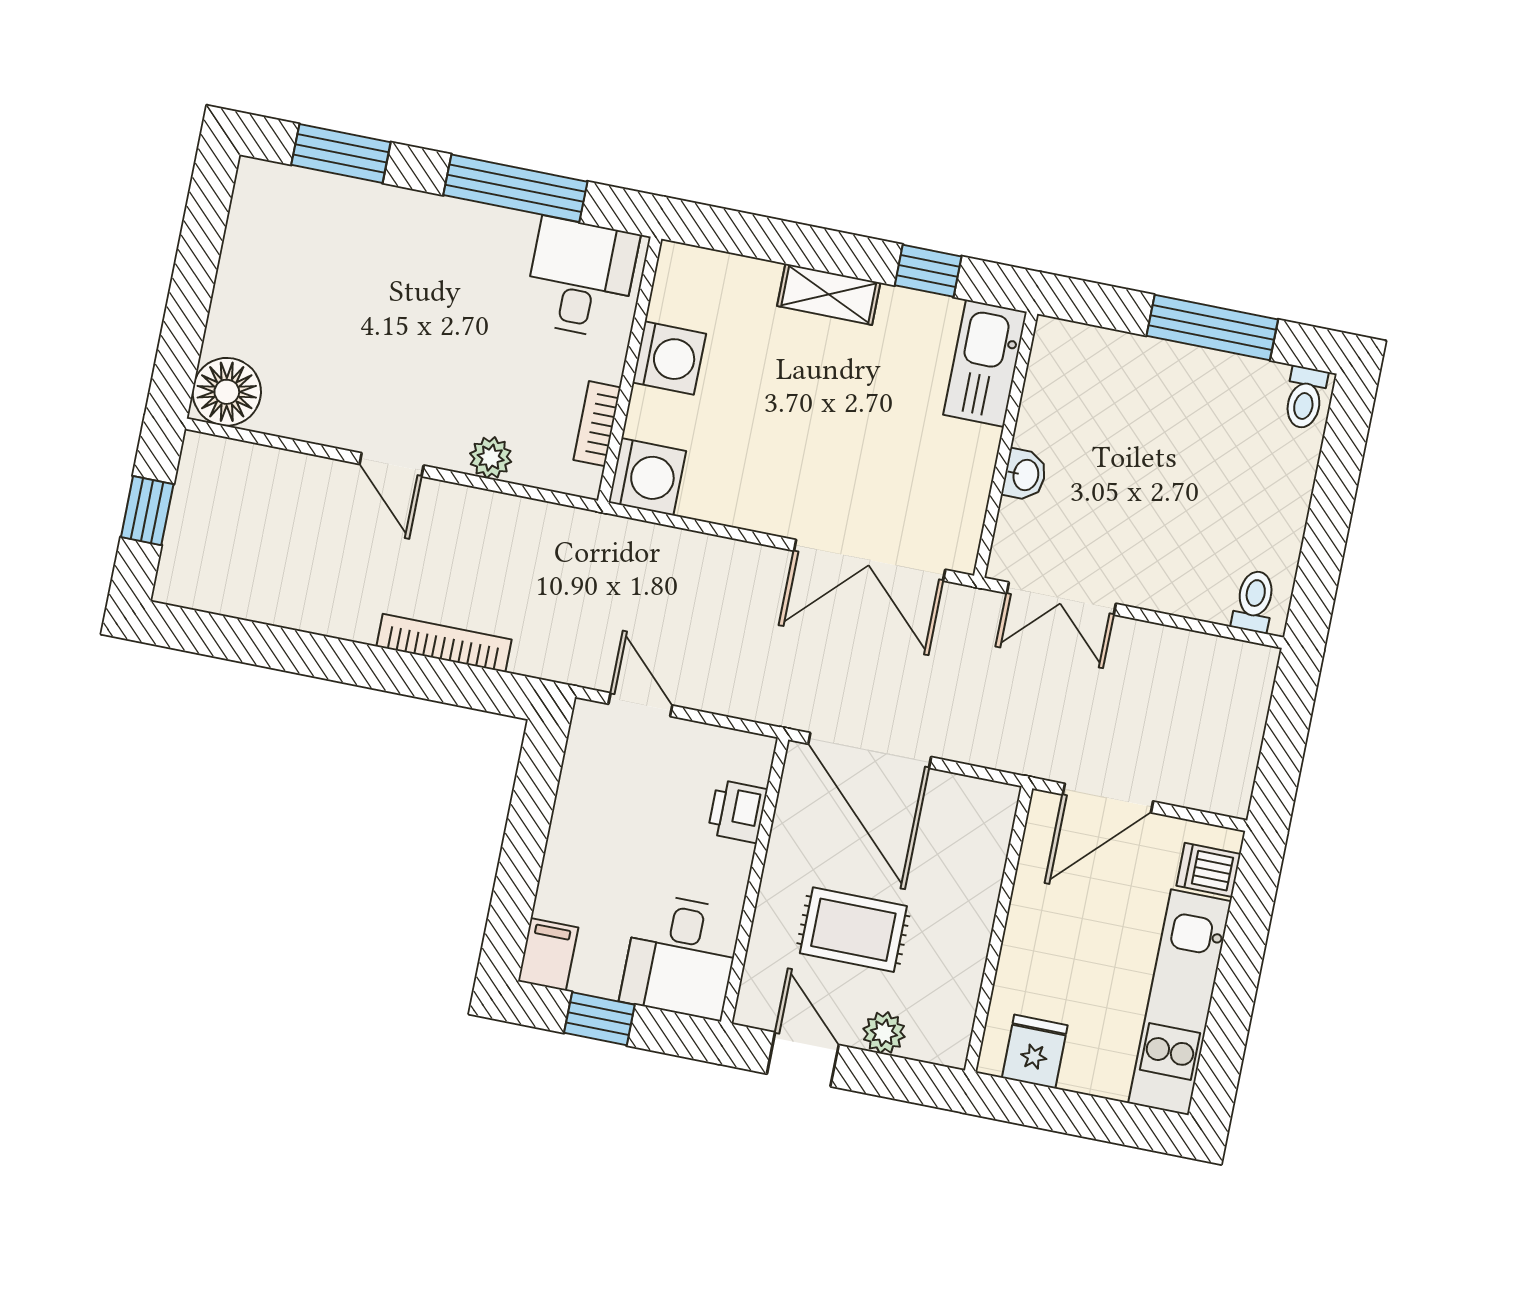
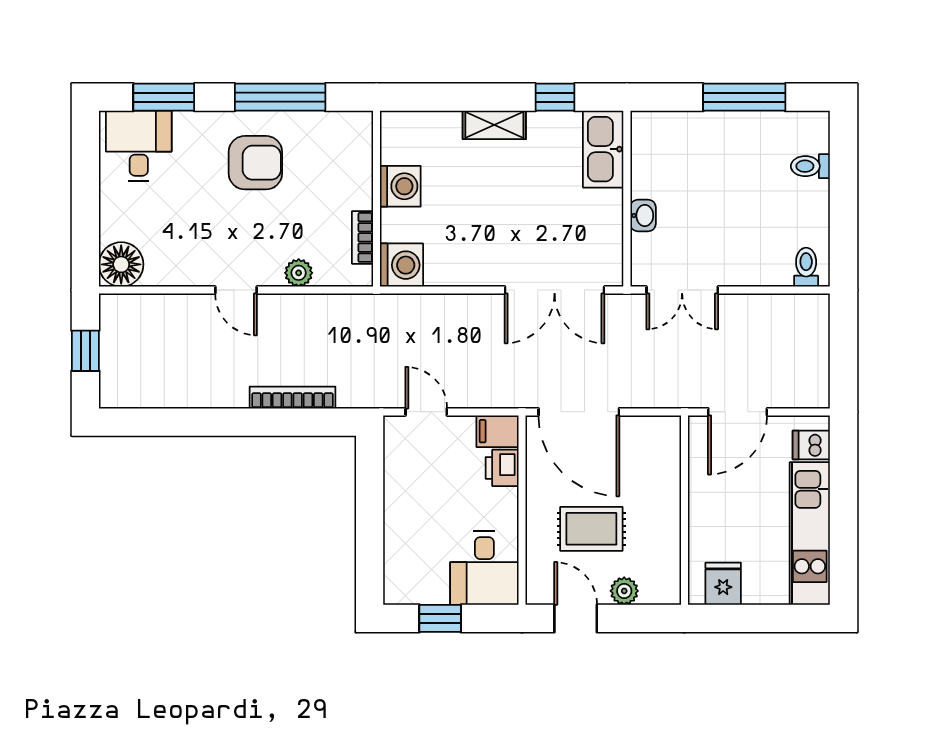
desk: (581, 278) -> (139, 146), moved
armchair: (459, 279) -> (255, 163), added
toilet: (1305, 398) -> (810, 166), moved, turned 90
filing cabinet: (548, 954) -> (497, 431), moved, turned -90

